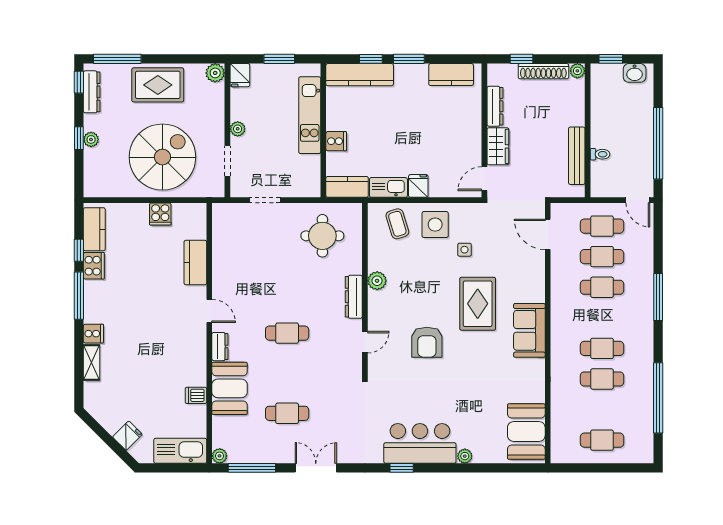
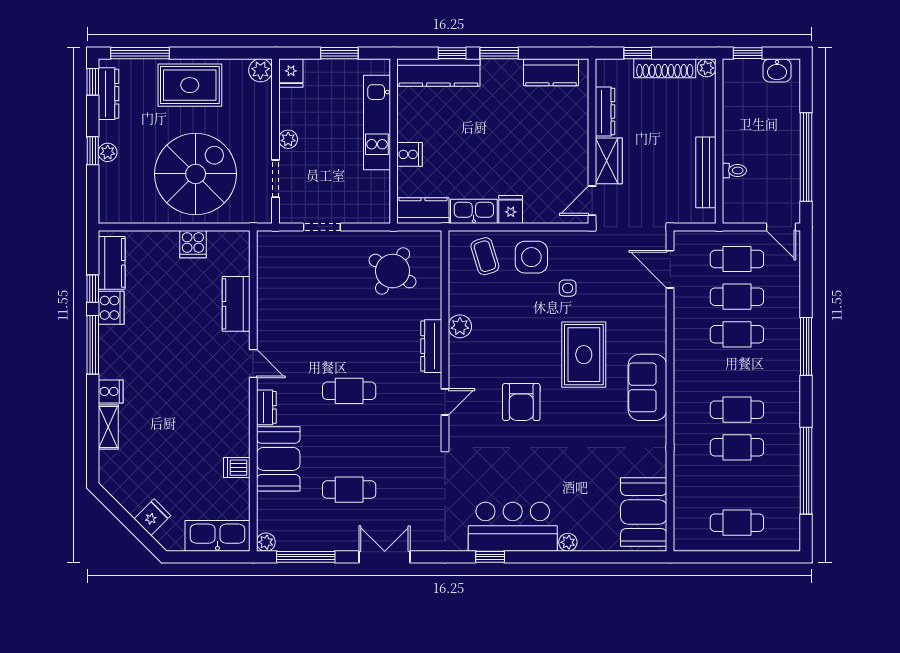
round table: (322, 236) -> (393, 271), turned 32

